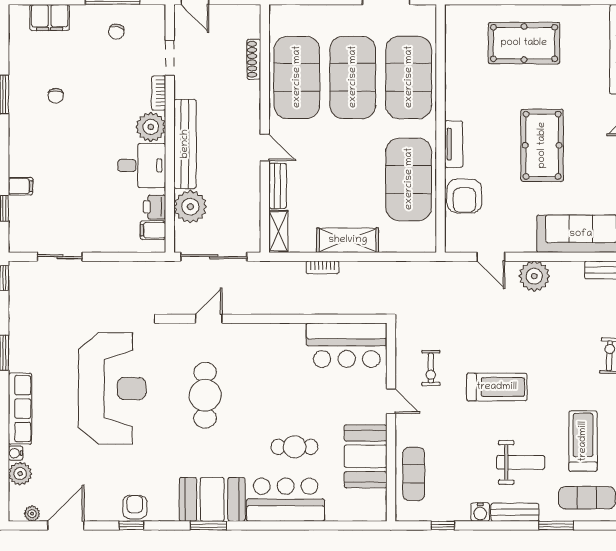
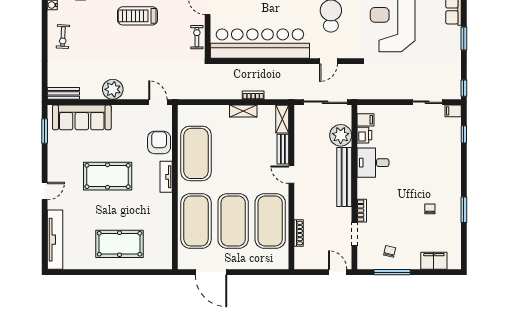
plant: (151, 127) -> (367, 188), removed
pool table: (542, 145) -> (108, 176), turned 90
filing cabinet: (20, 186) -> (453, 111), moved
shelving: (348, 240) -> (243, 111), width x0.67, depth x0.75
door: (491, 257) -> (158, 102), moved
bar counter: (347, 345) -> (260, 44), width x1.86
exercise bike: (431, 368) -> (197, 37), moved

